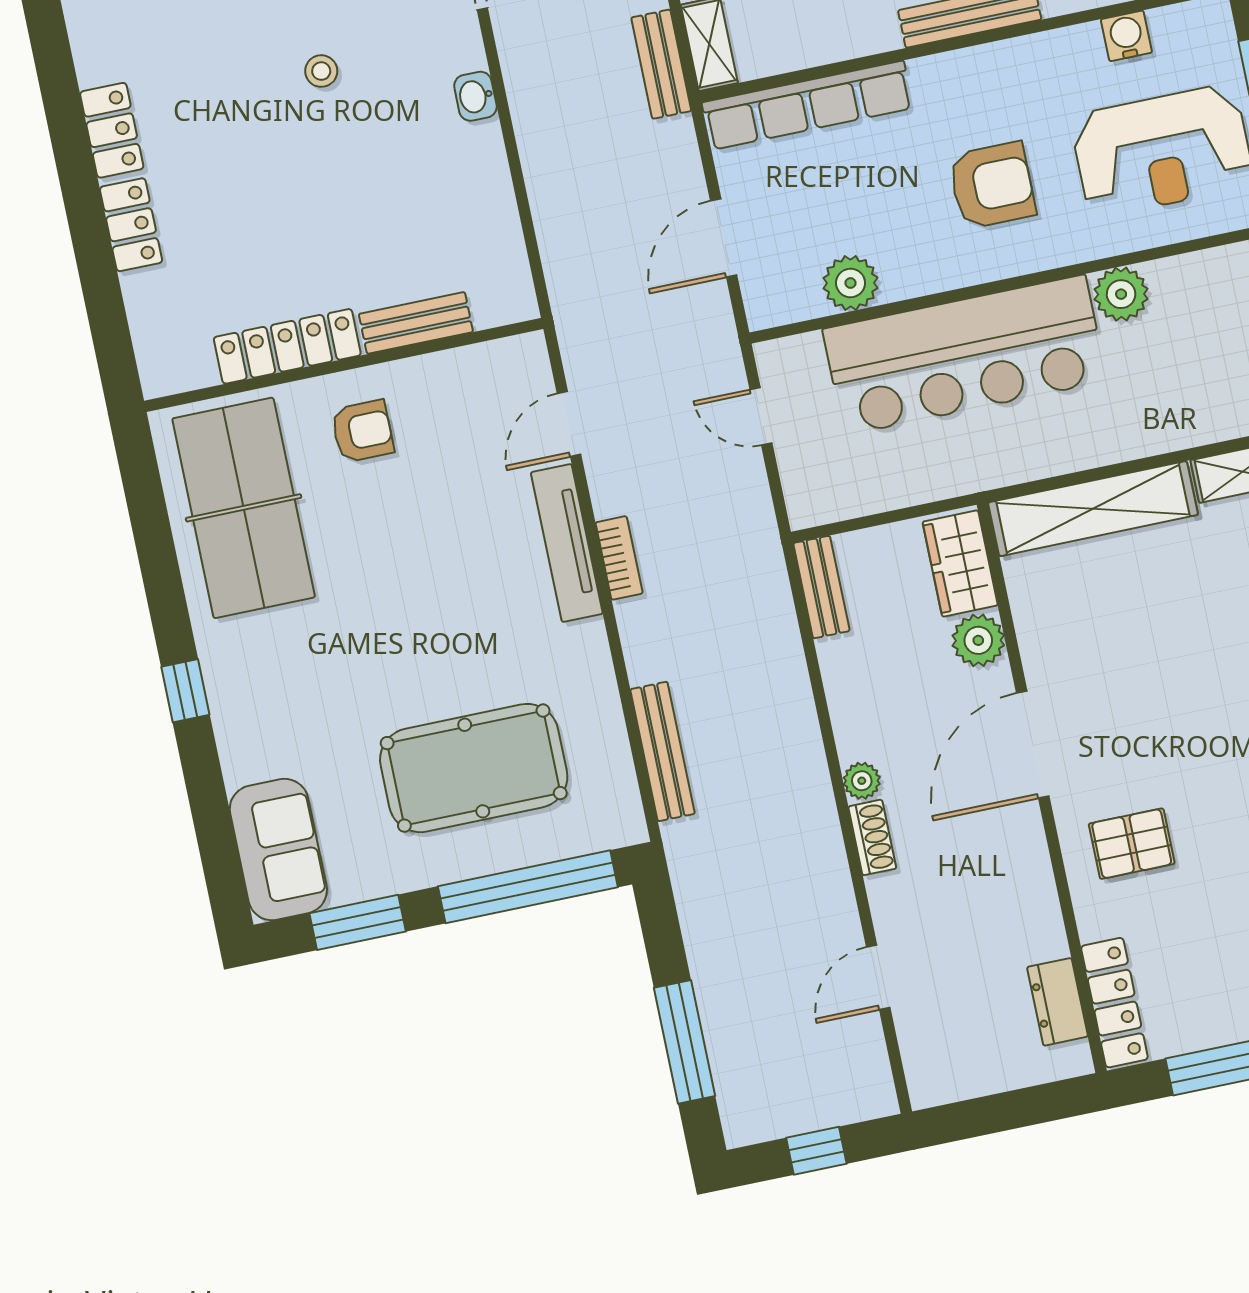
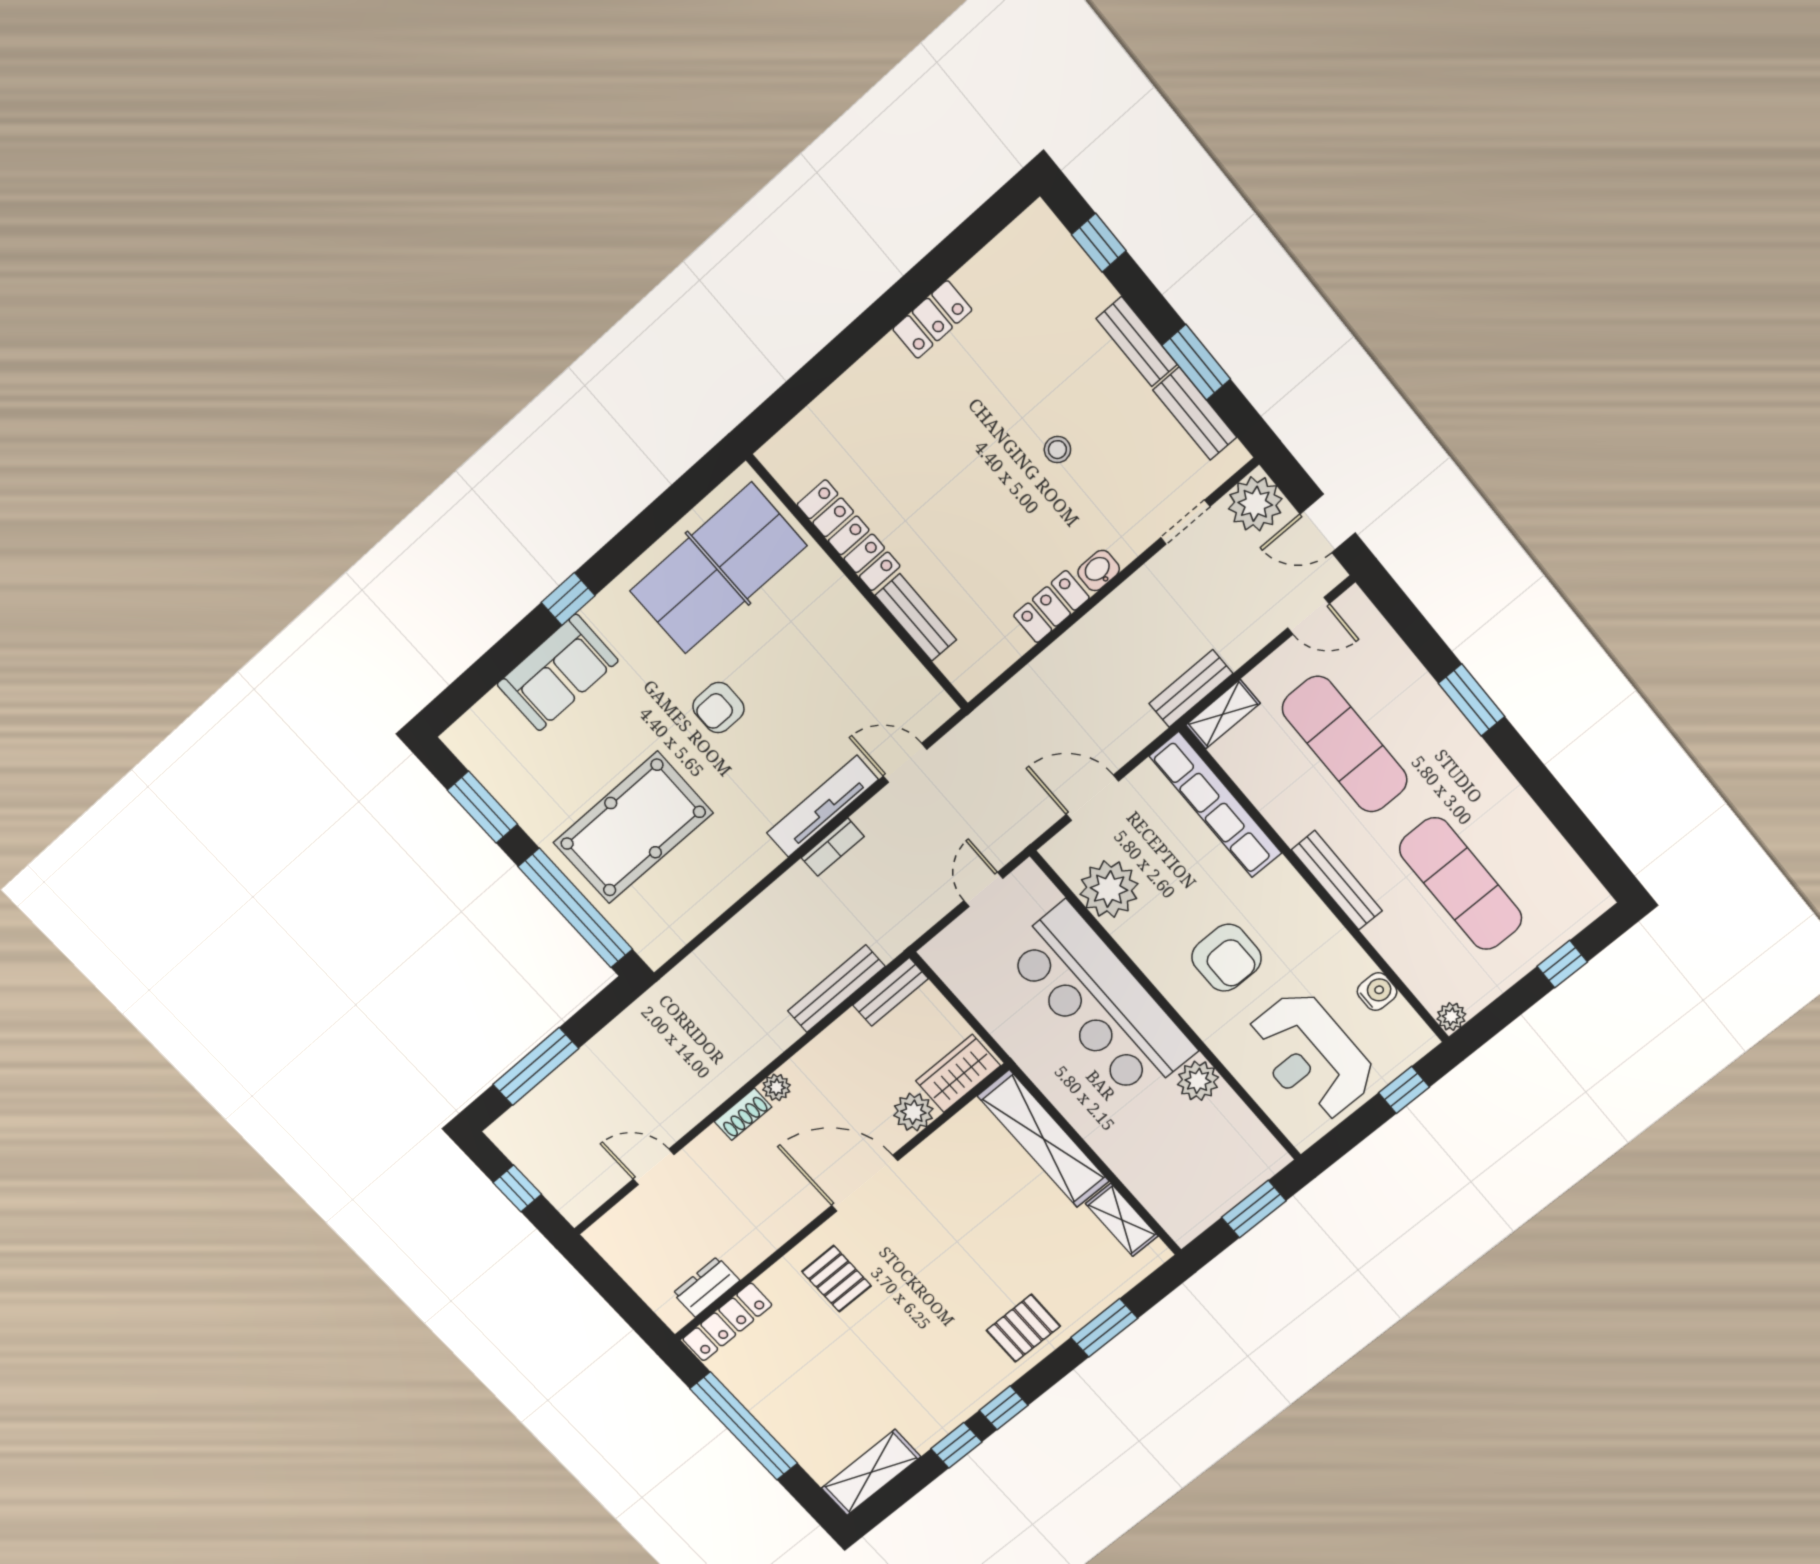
locker: (131, 225) -> (1051, 607), moved, turned 180
plant: (851, 283) -> (1109, 889), width x1.36, depth x1.36
armchair: (362, 431) -> (718, 708), moved, turned 90
bench: (663, 751) -> (836, 989), moved
pool table: (474, 768) -> (633, 828), turned 90
sofa: (278, 850) -> (558, 673), moved

